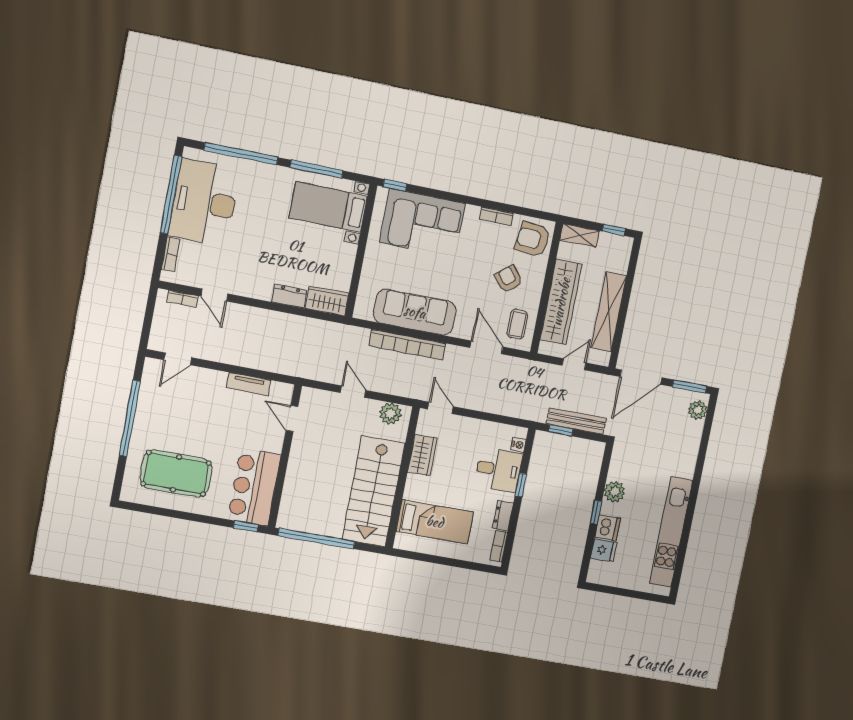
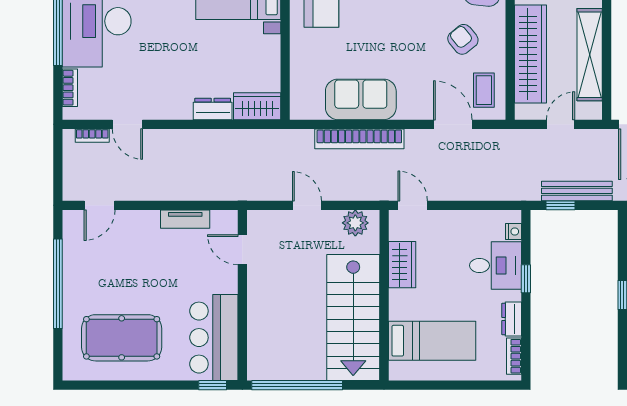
sofa: (415, 312) -> (361, 99), width x0.73

